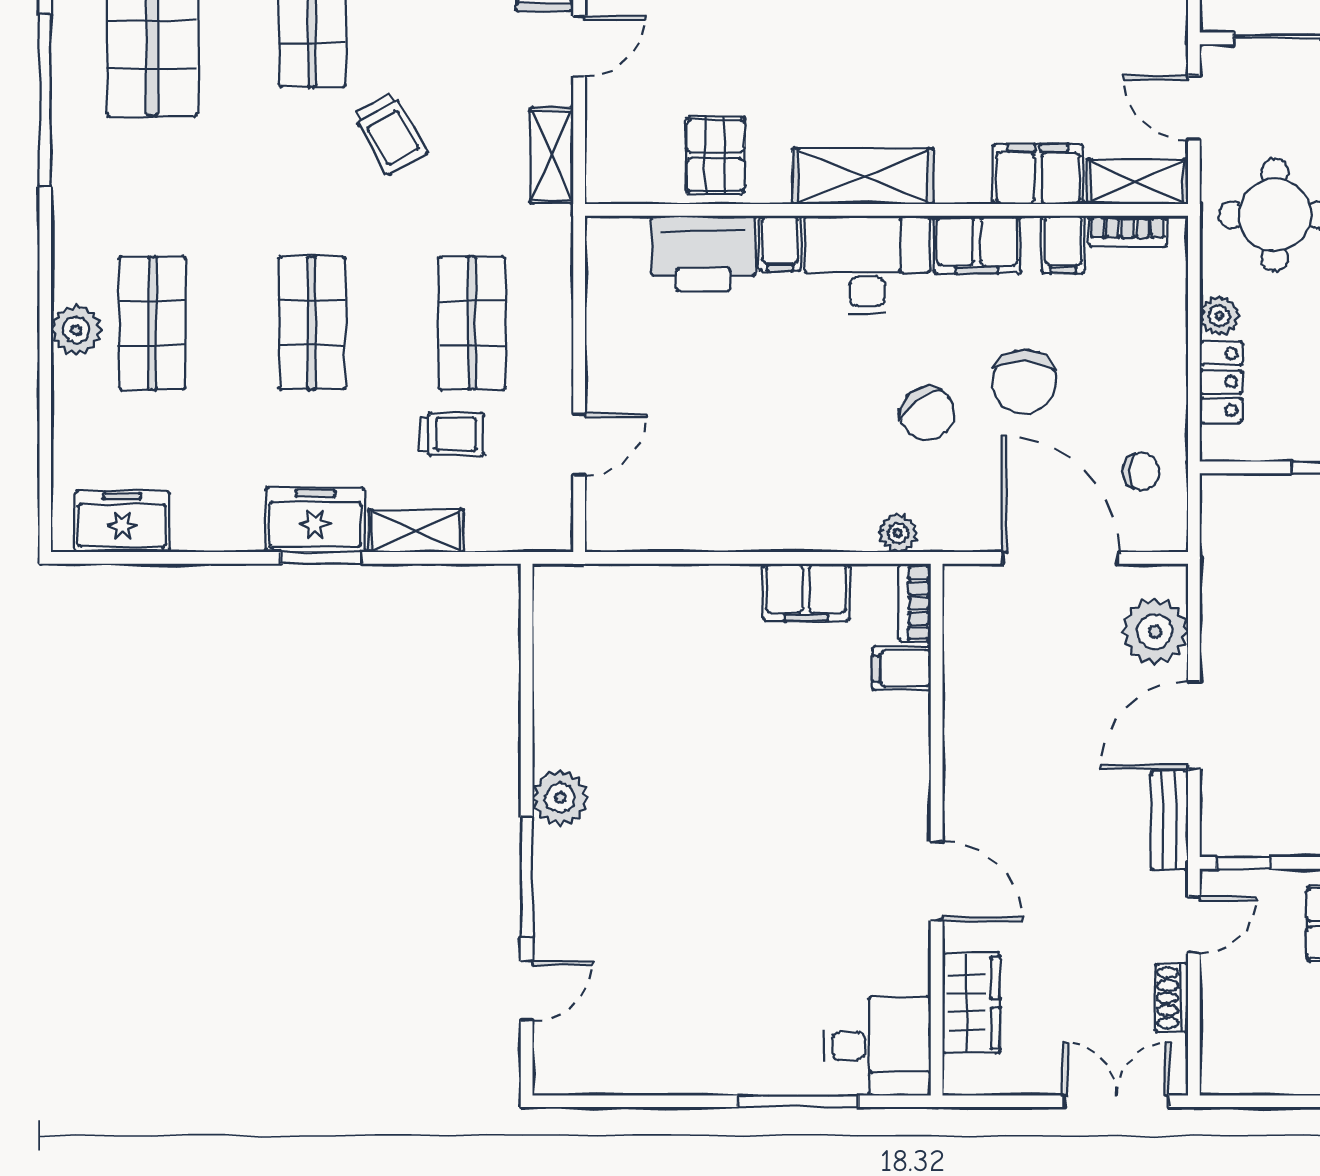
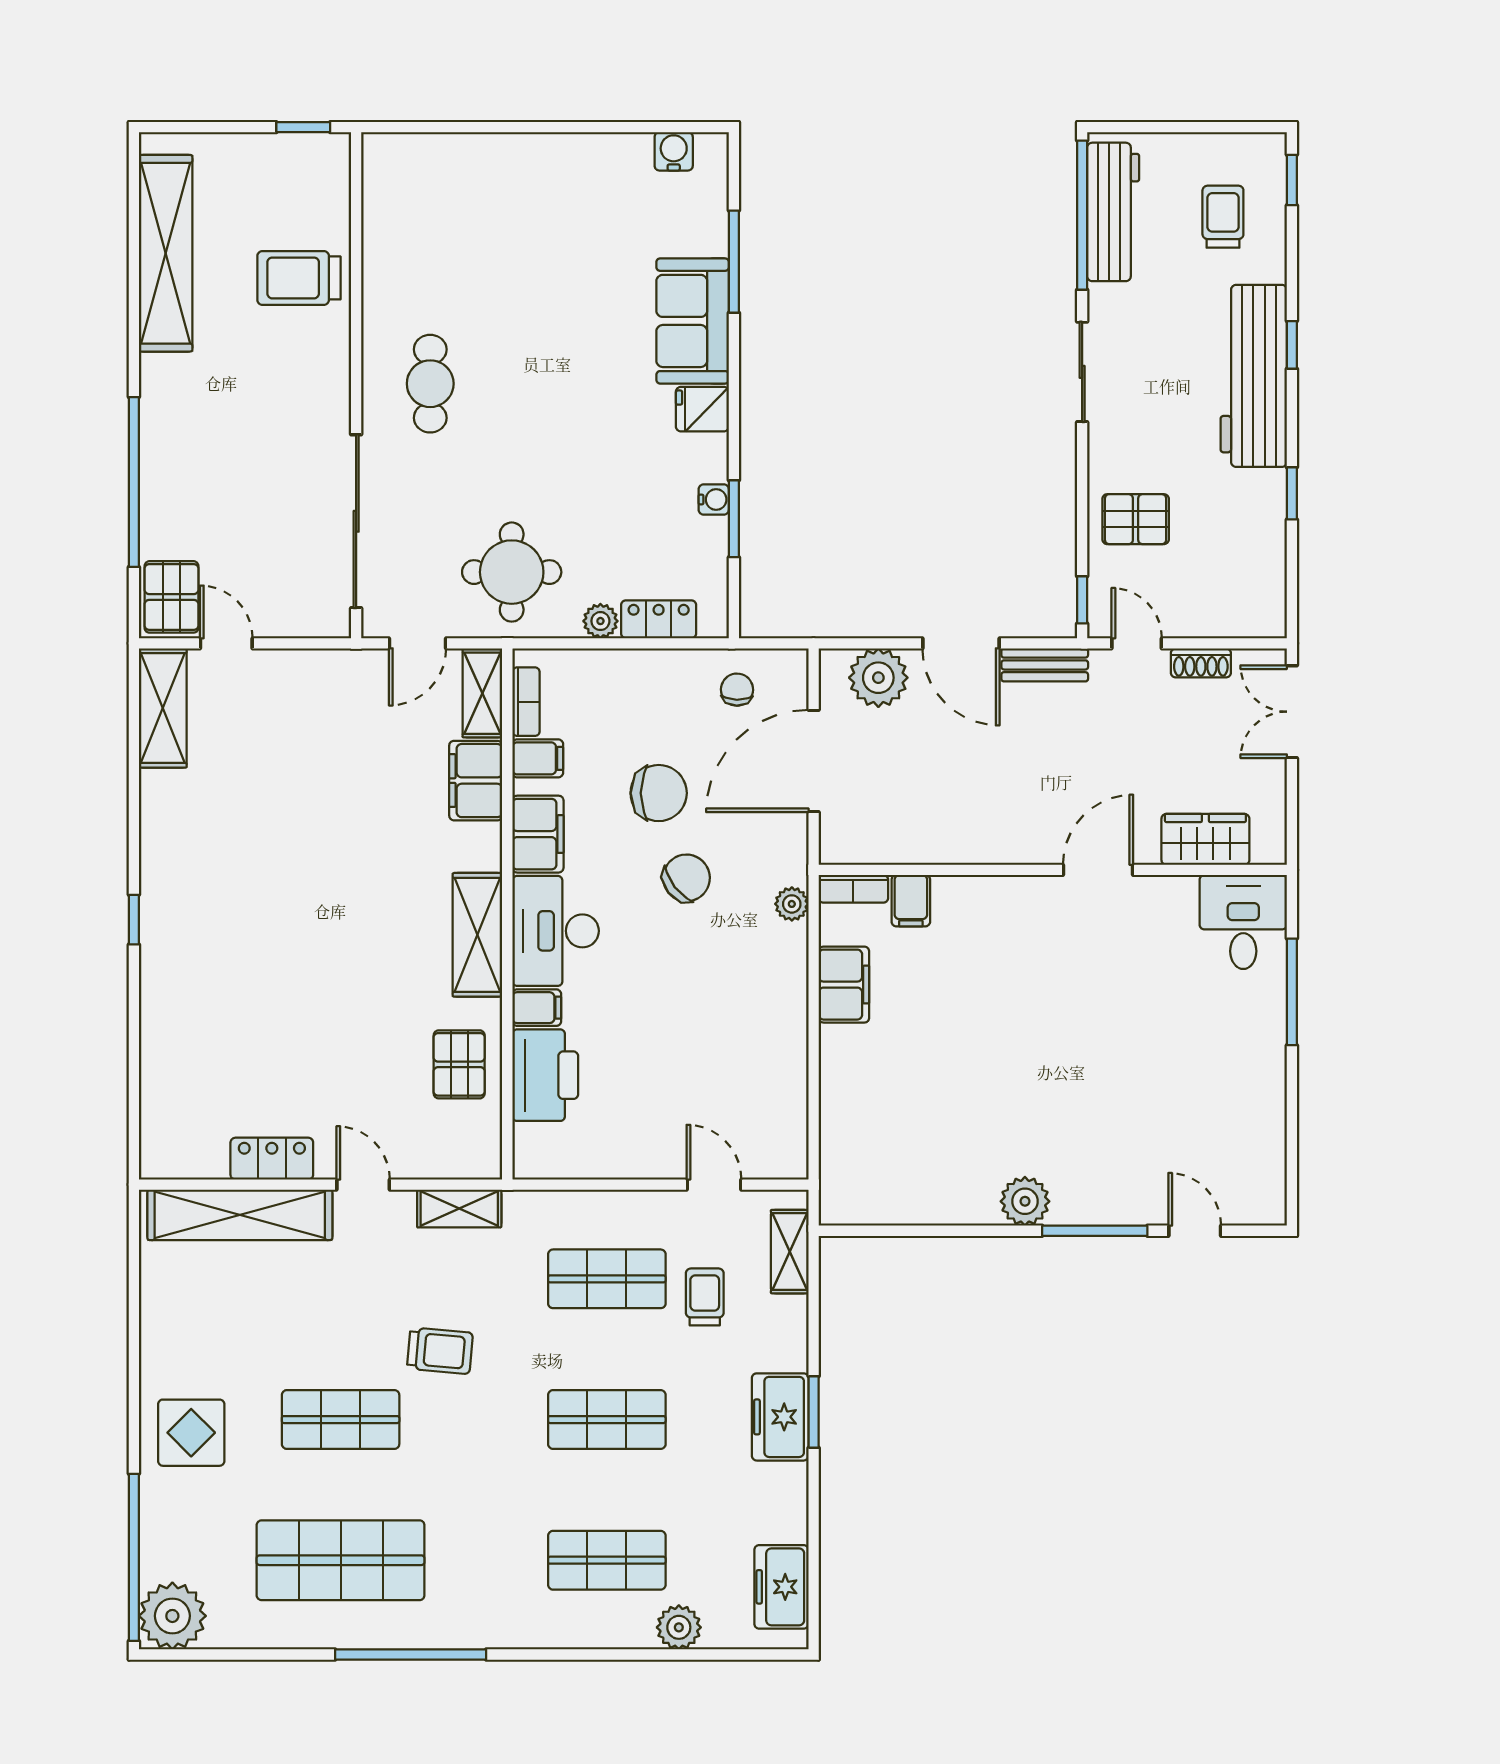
trolley: (390, 133) -> (440, 1351), turned 35
pallet: (716, 155) -> (459, 1064), turned 90
plant: (76, 330) -> (679, 1627), moved
shelving: (416, 531) -> (790, 1252), moved

